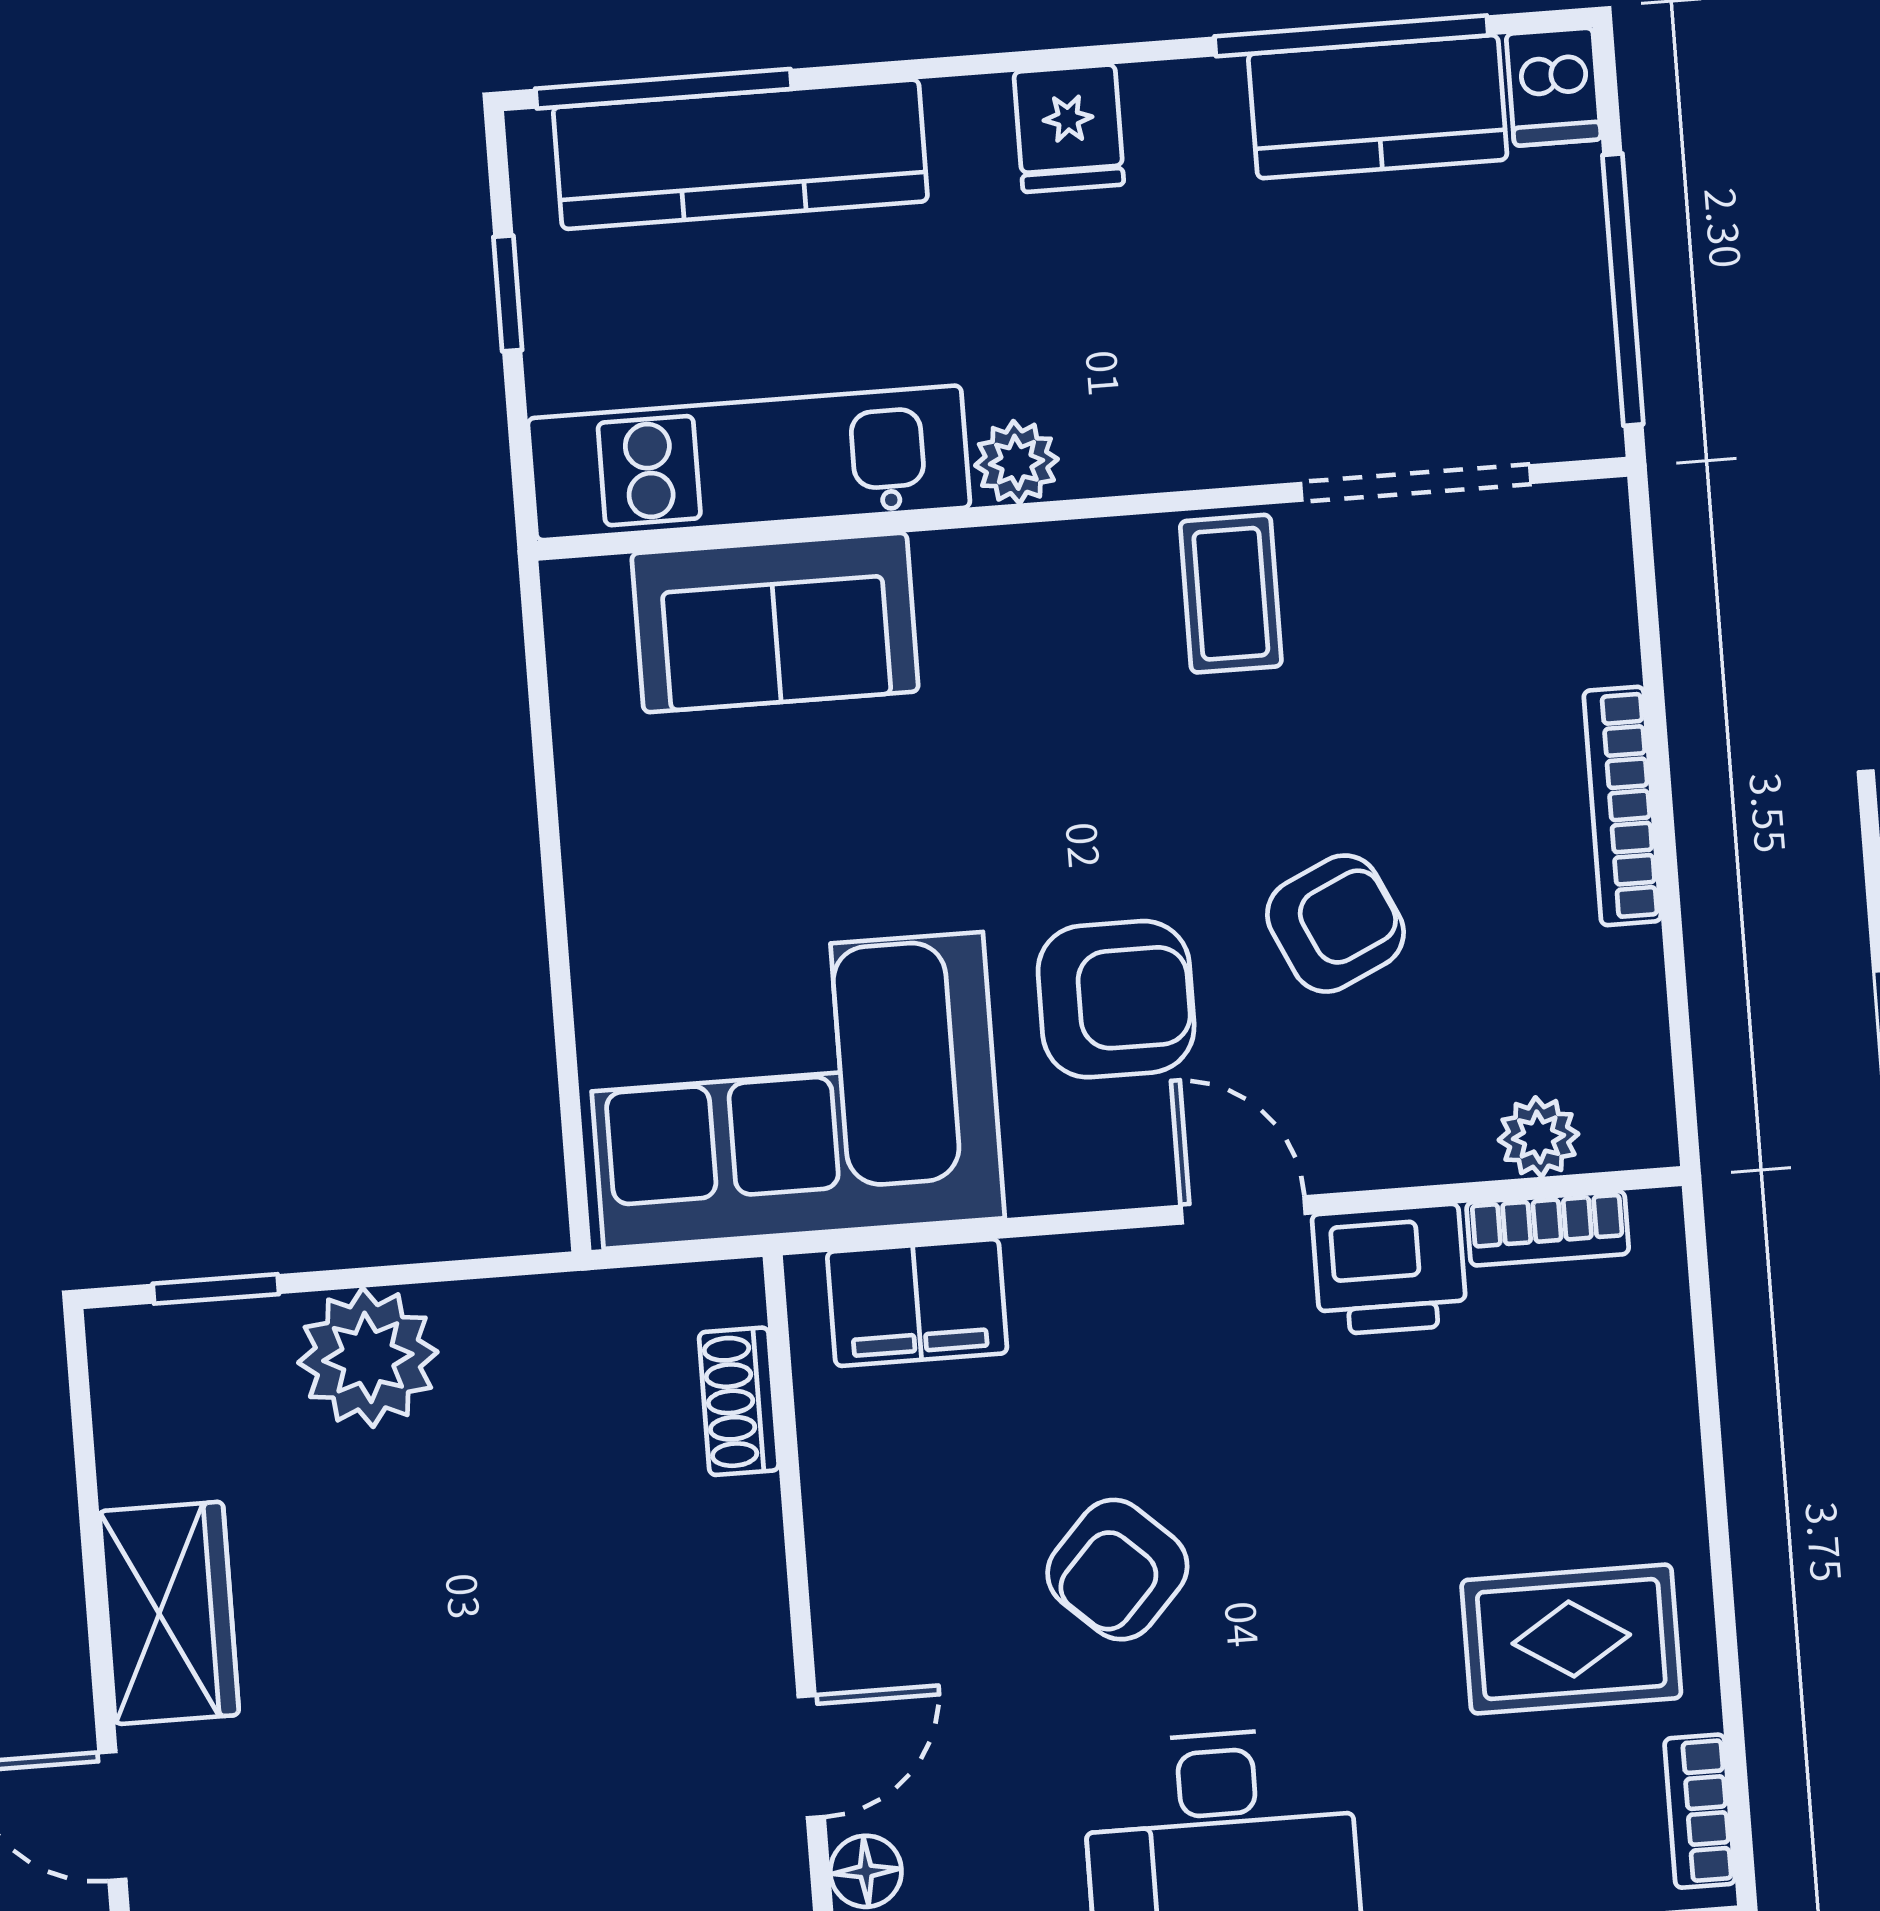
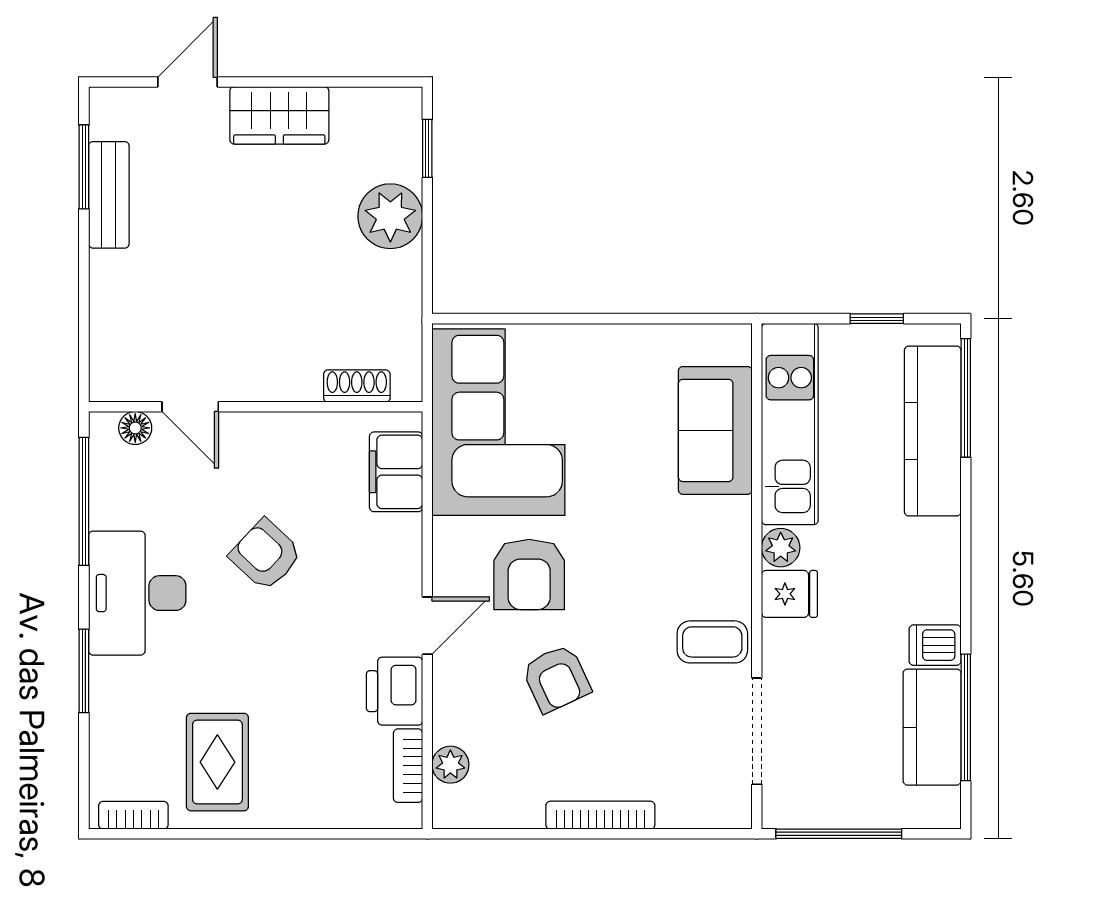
dishwasher: (1554, 87) -> (935, 645), moved
fridge: (1069, 128) -> (789, 594), moved, turned 180

